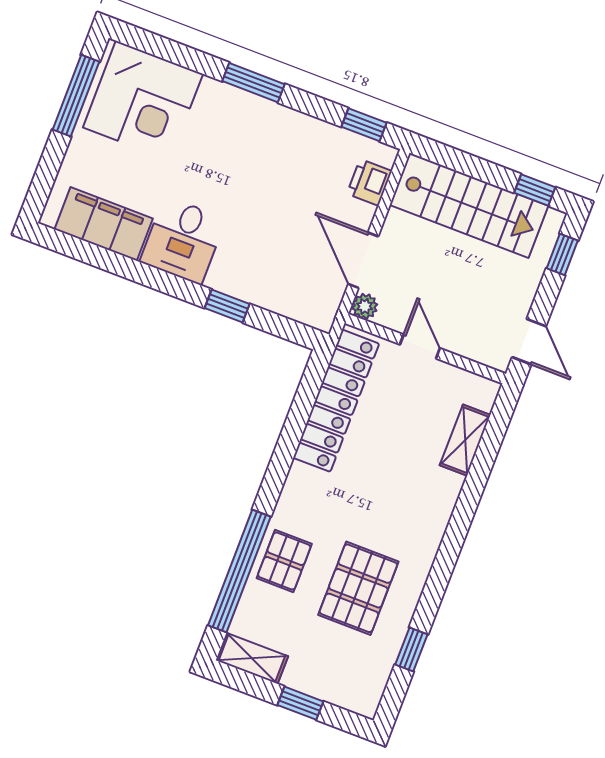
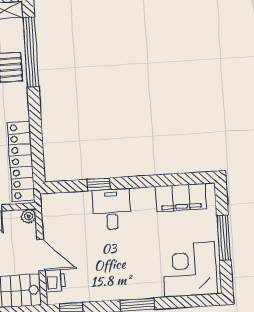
window: (76, 96) -> (224, 238), moved
desk: (183, 240) -> (112, 209), moved
door: (363, 260) -> (41, 255), moved

